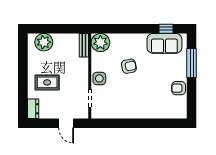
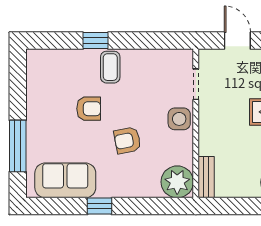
window: (166, 29) -> (100, 206), moved
armchair: (179, 88) -> (89, 109), moved
coffee table: (139, 108) -> (110, 67), added
window: (147, 123) -> (95, 41), added

